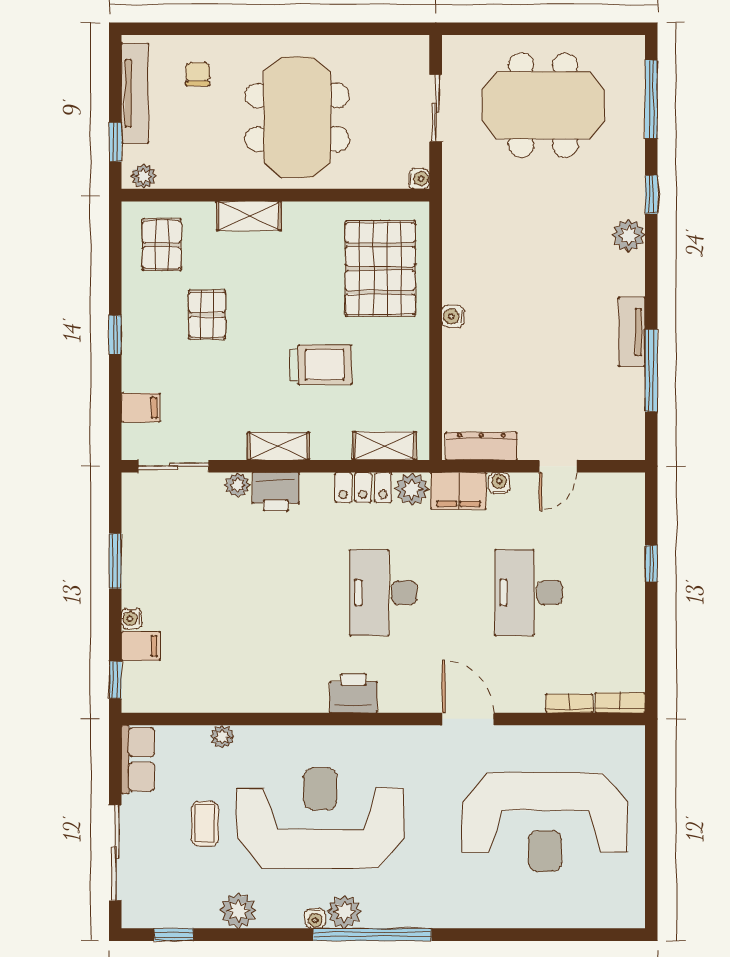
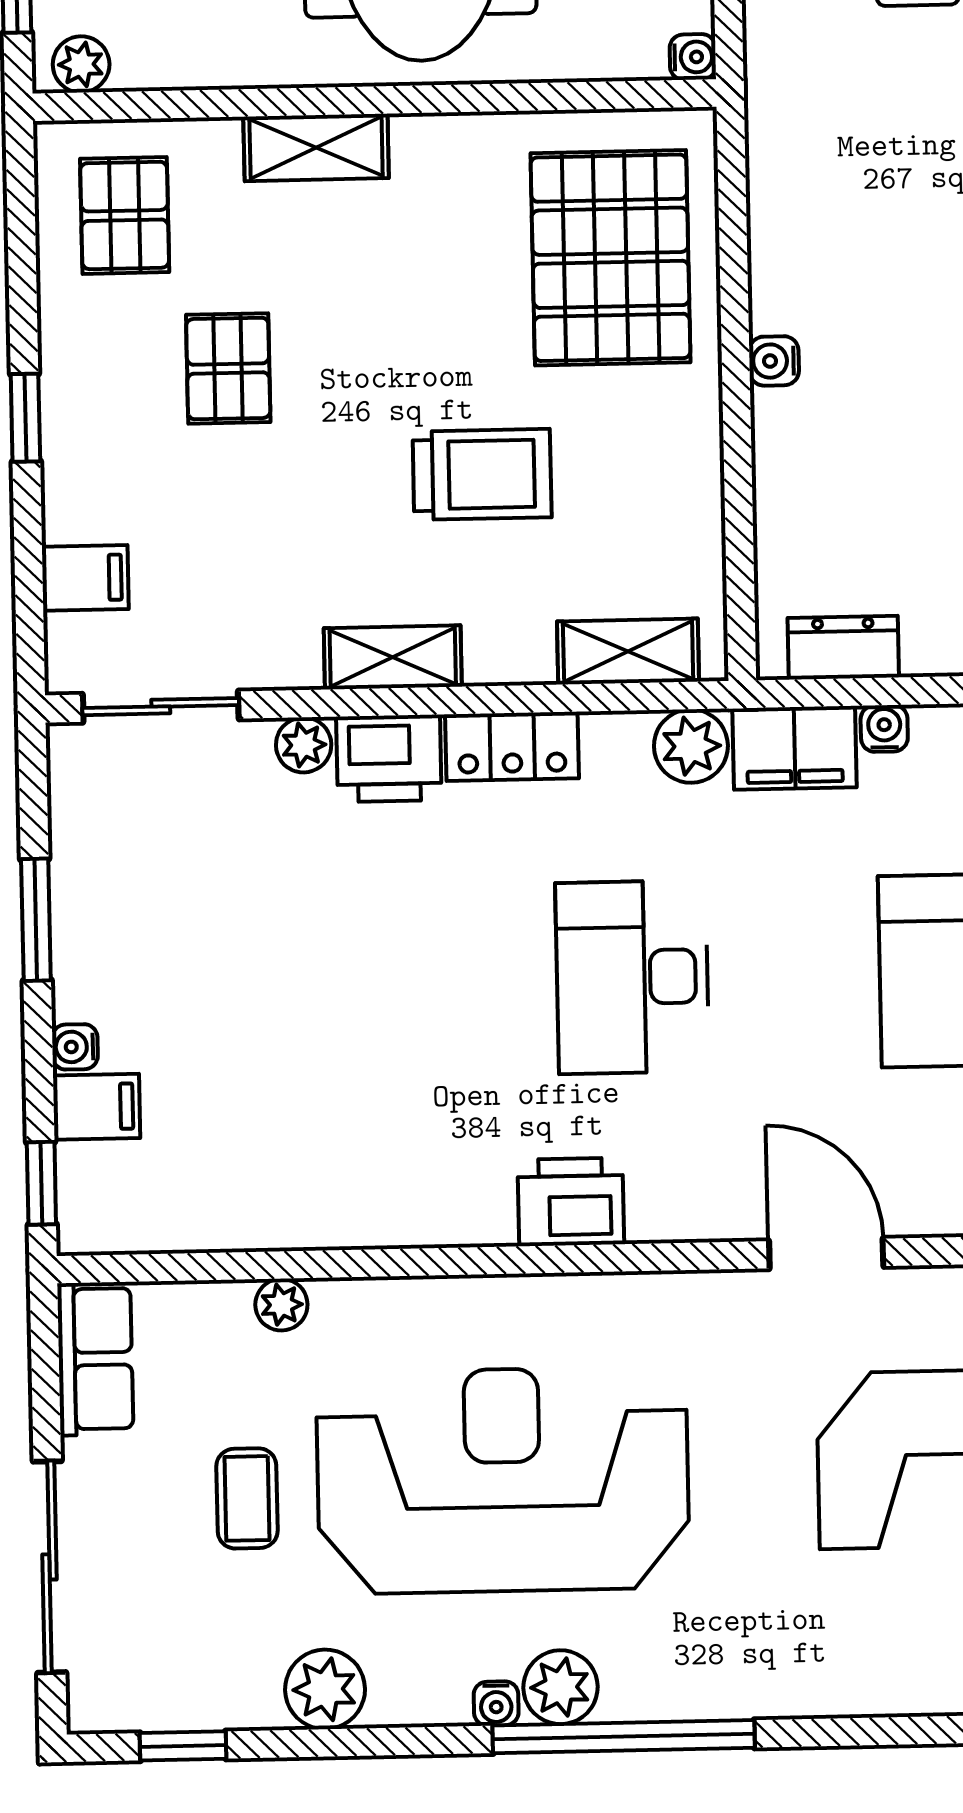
dresser: (481, 446) -> (843, 648), width x0.70
locker: (363, 487) -> (512, 746), moved

